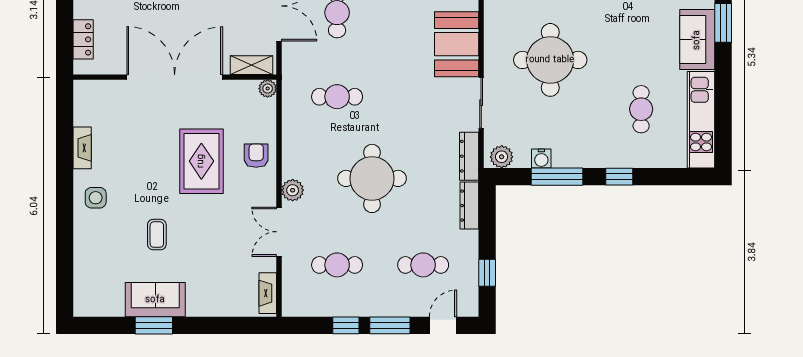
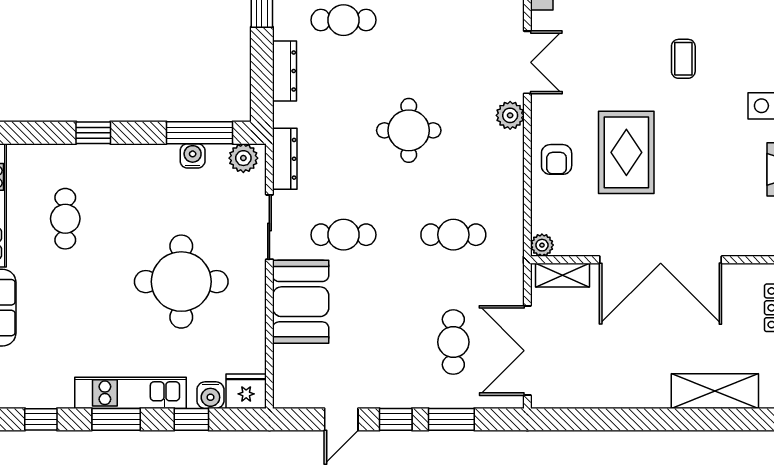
window: (557, 177) -> (199, 133), moved
round table: (372, 178) -> (409, 130), width x0.73, depth x0.73
dresser: (469, 206) -> (285, 71), moved
cafe table: (337, 265) -> (343, 235), moved

